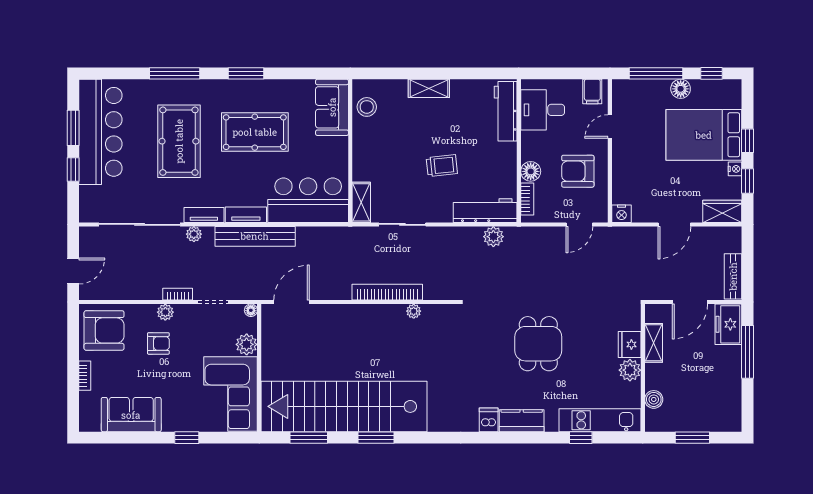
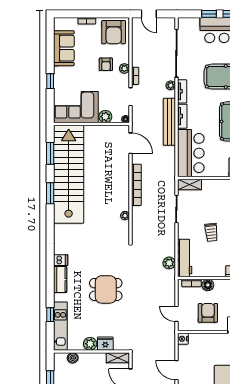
bookcase: (387, 292) -> (136, 185), moved
shelving: (654, 343) -> (118, 358), moved

